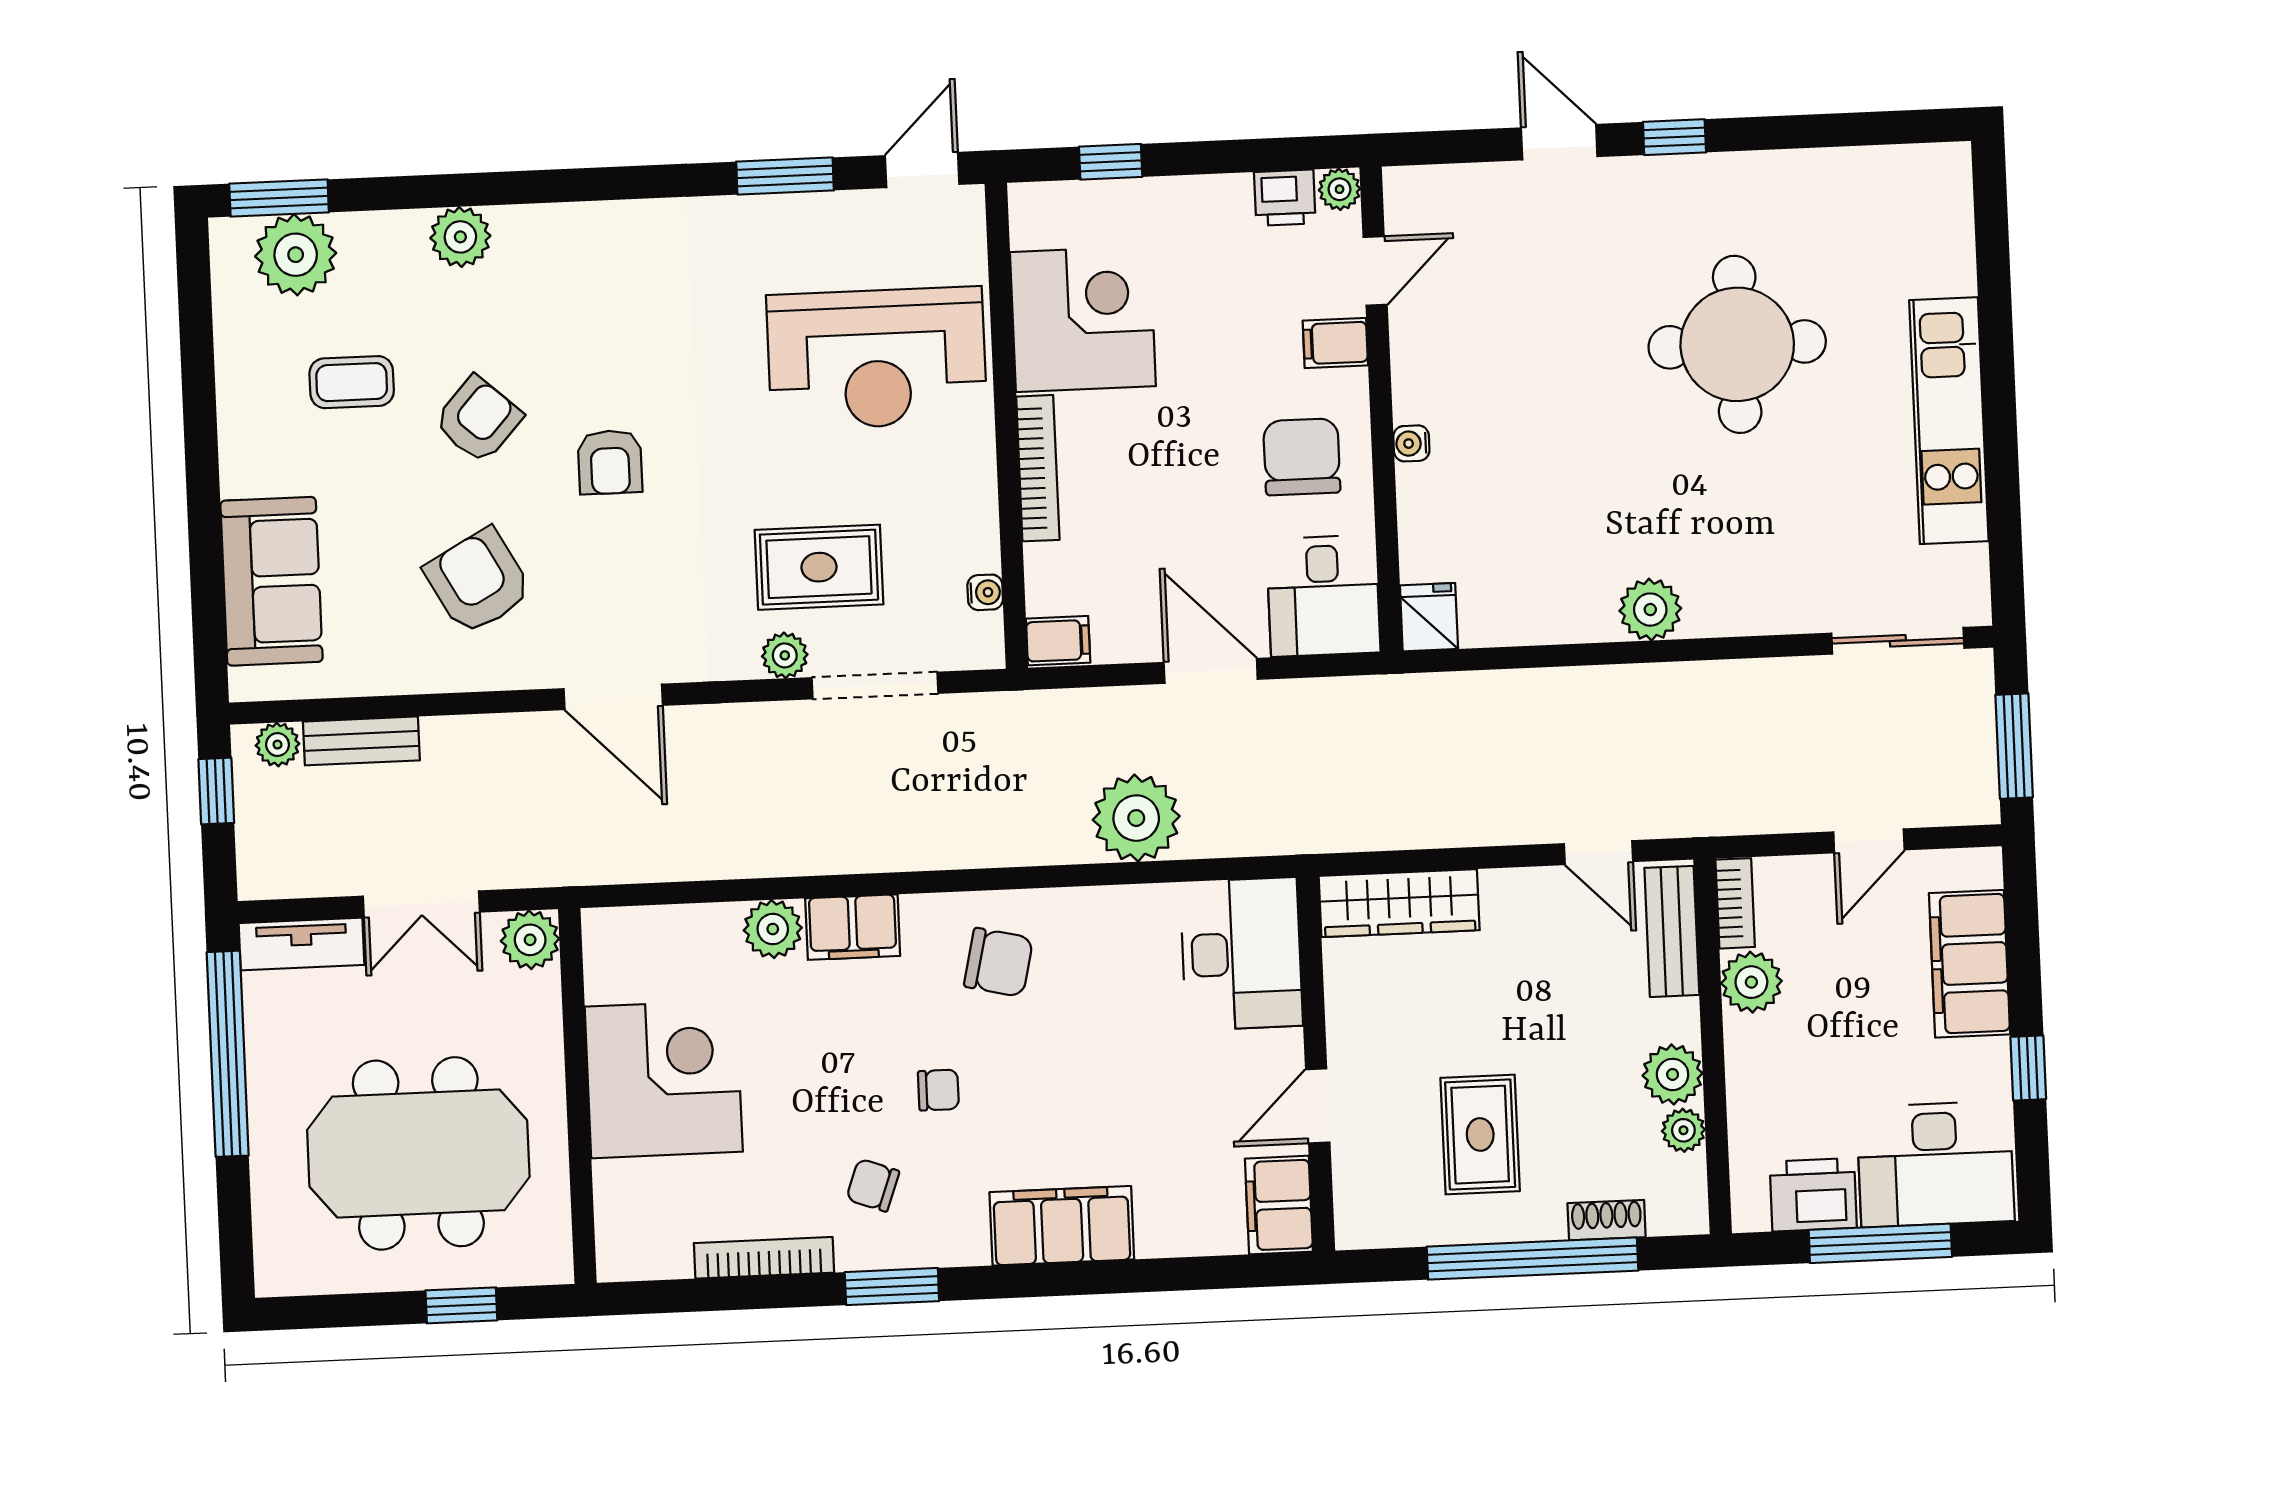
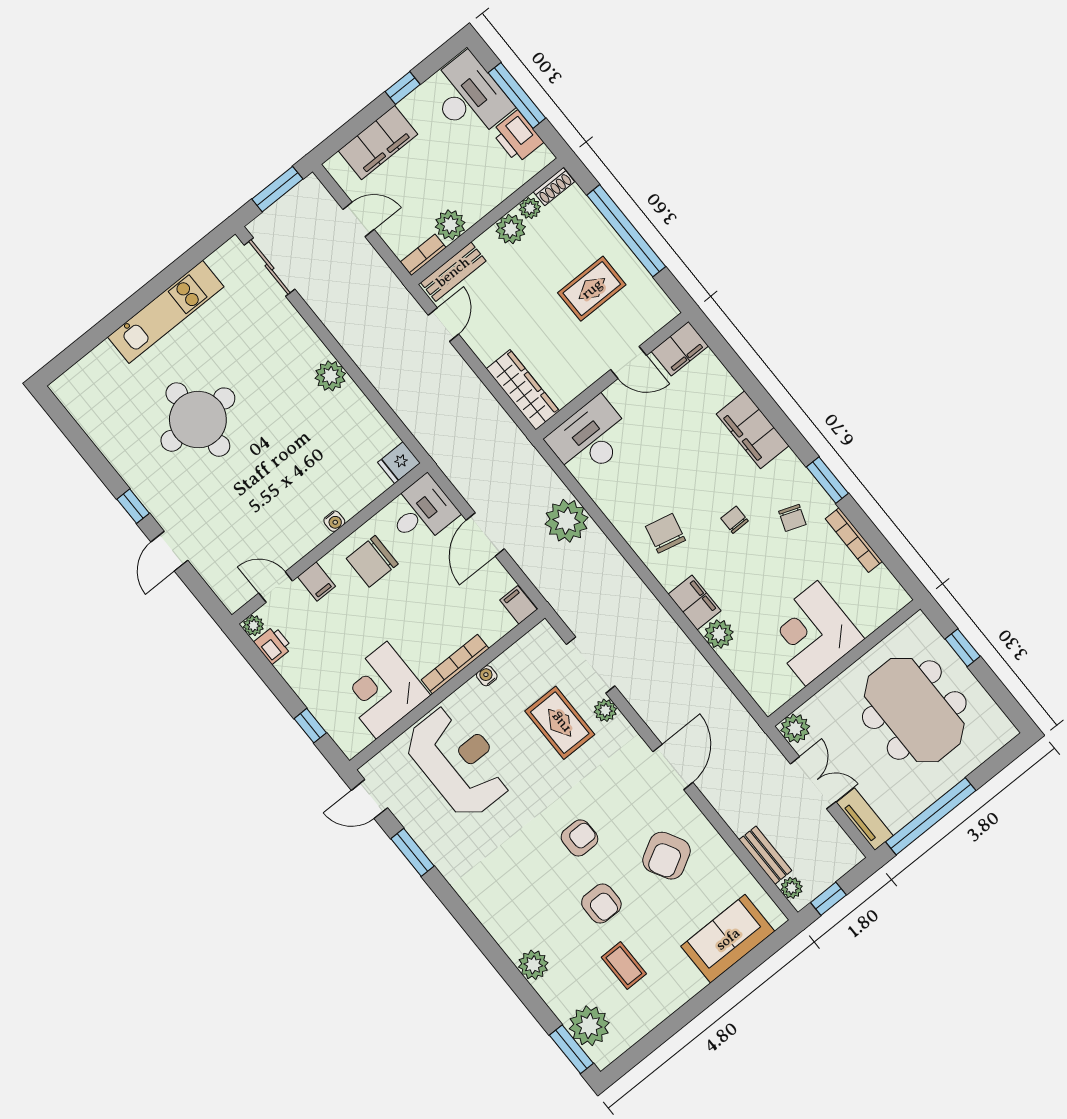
armchair: (478, 420) -> (601, 904), turned -132
water cooler: (985, 592) -> (487, 676), moved
shoe rack: (1607, 1220) -> (554, 187), moved, turned -90

